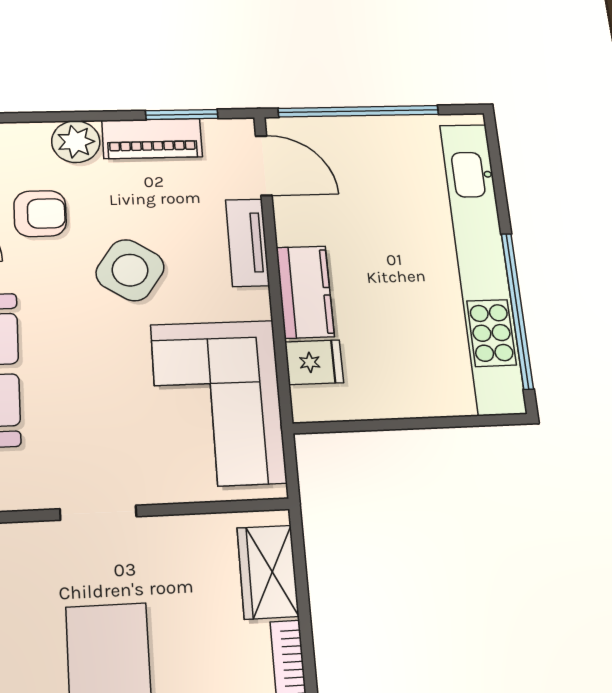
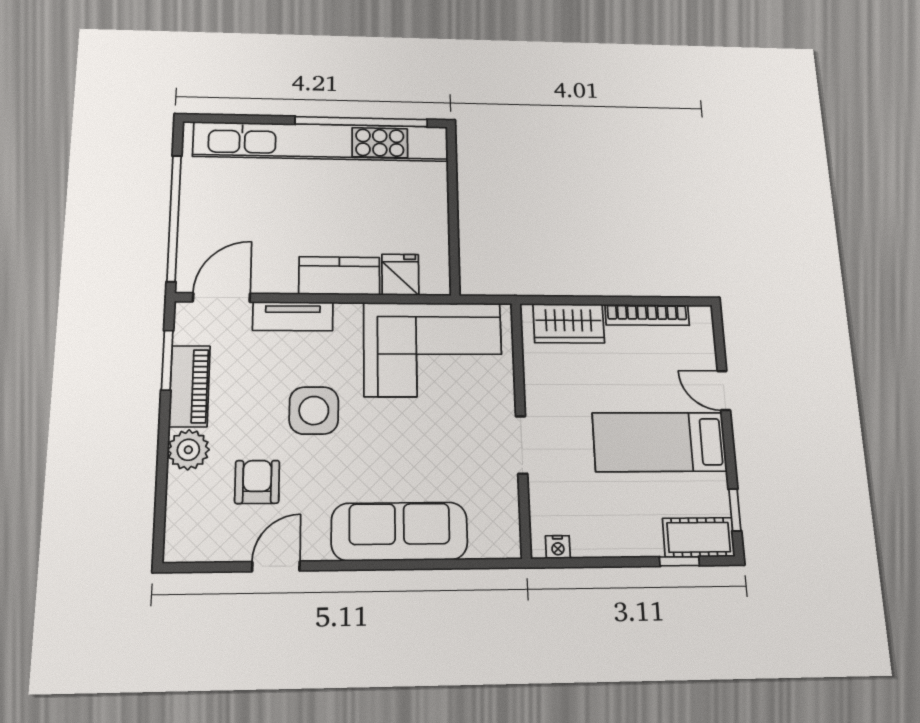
side table: (130, 270) -> (314, 411), turned -34

